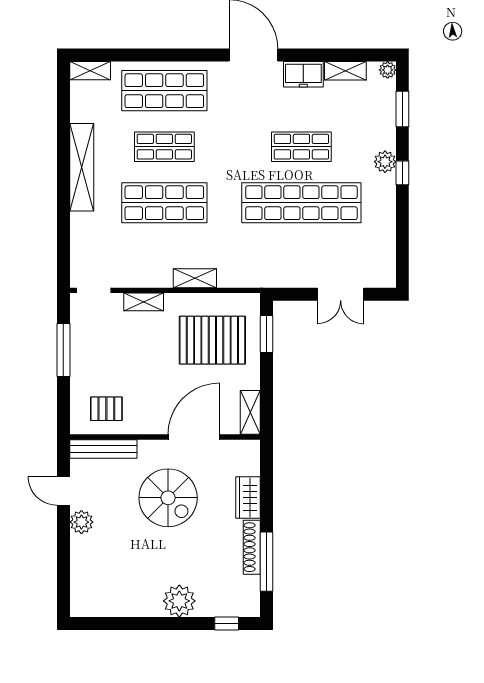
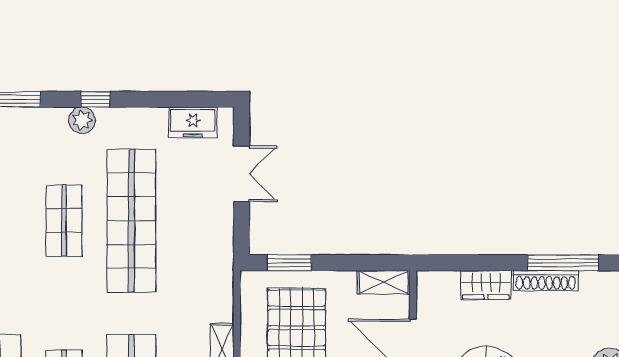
freezer: (383, 254) -> (193, 123), added

